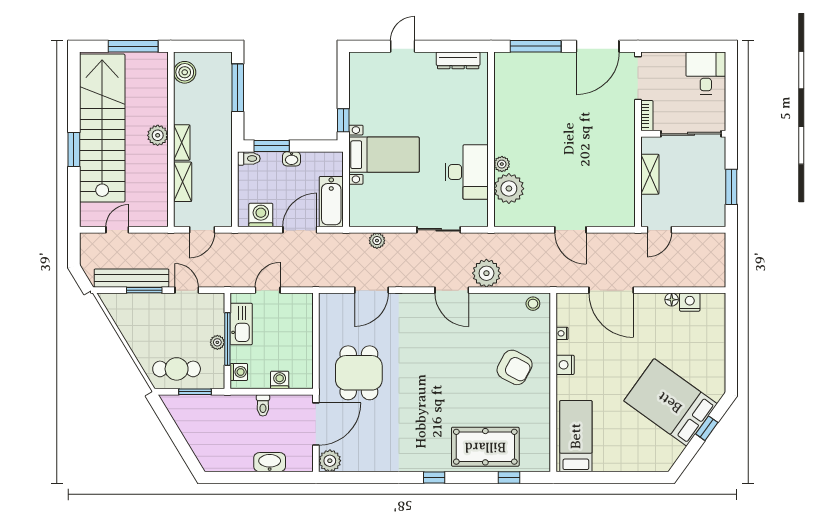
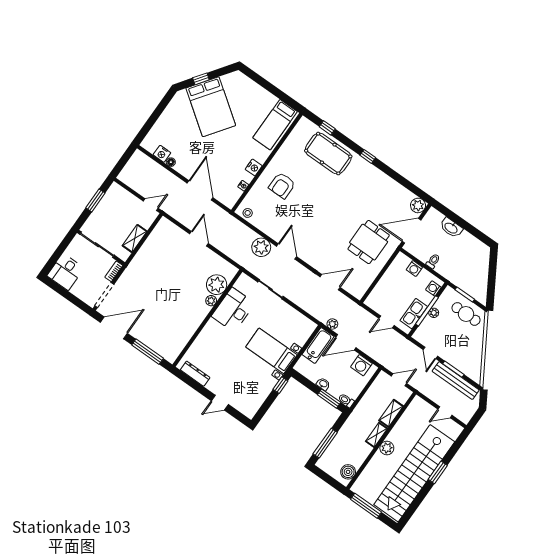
plant: (377, 241) -> (332, 324), moved
armchair: (515, 367) -> (282, 185), turned -118

